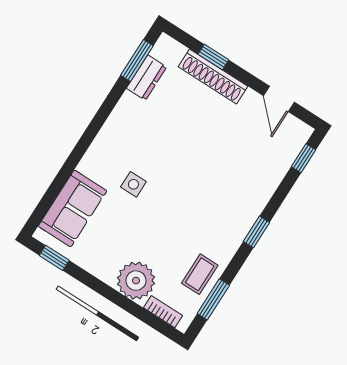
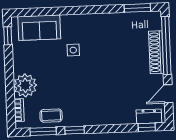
window: (213, 57) -> (166, 46), width x3.17
dresser: (147, 78) -> (149, 116), moved, turned 180
window: (256, 232) -> (75, 130), moved

